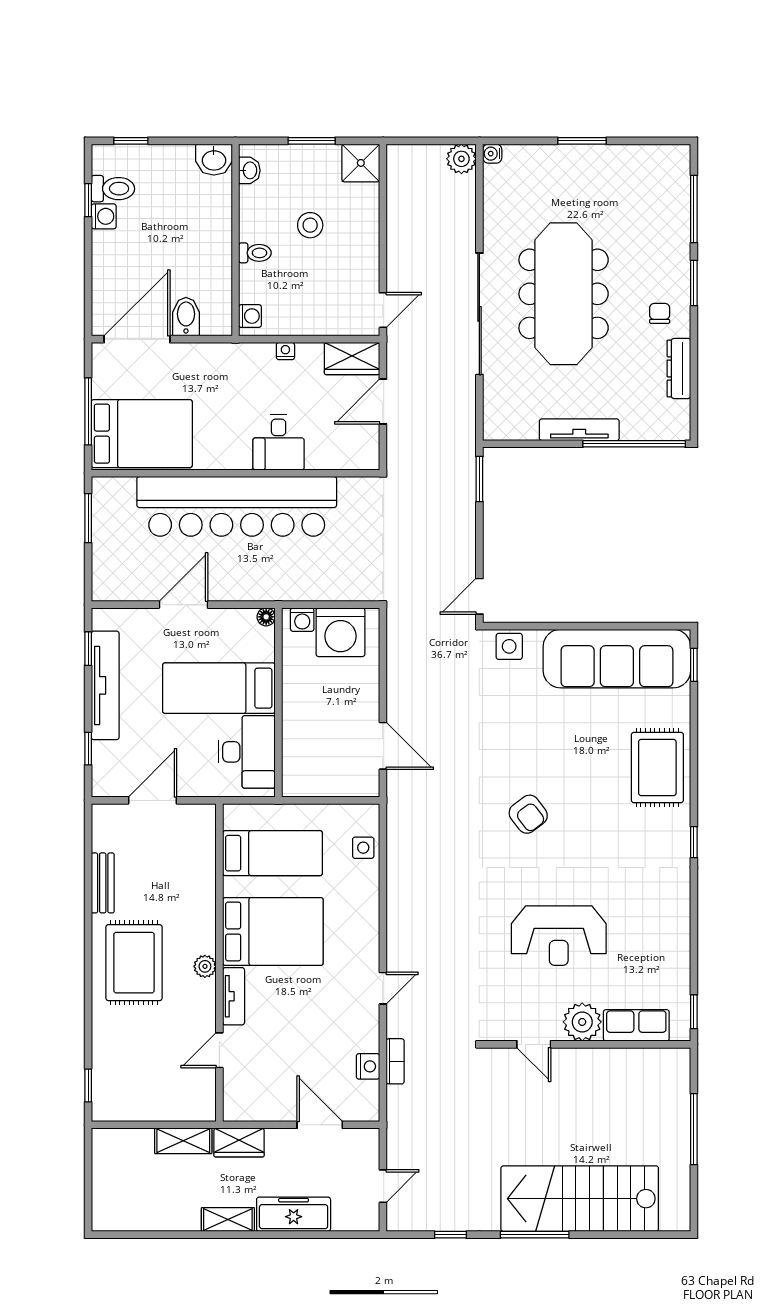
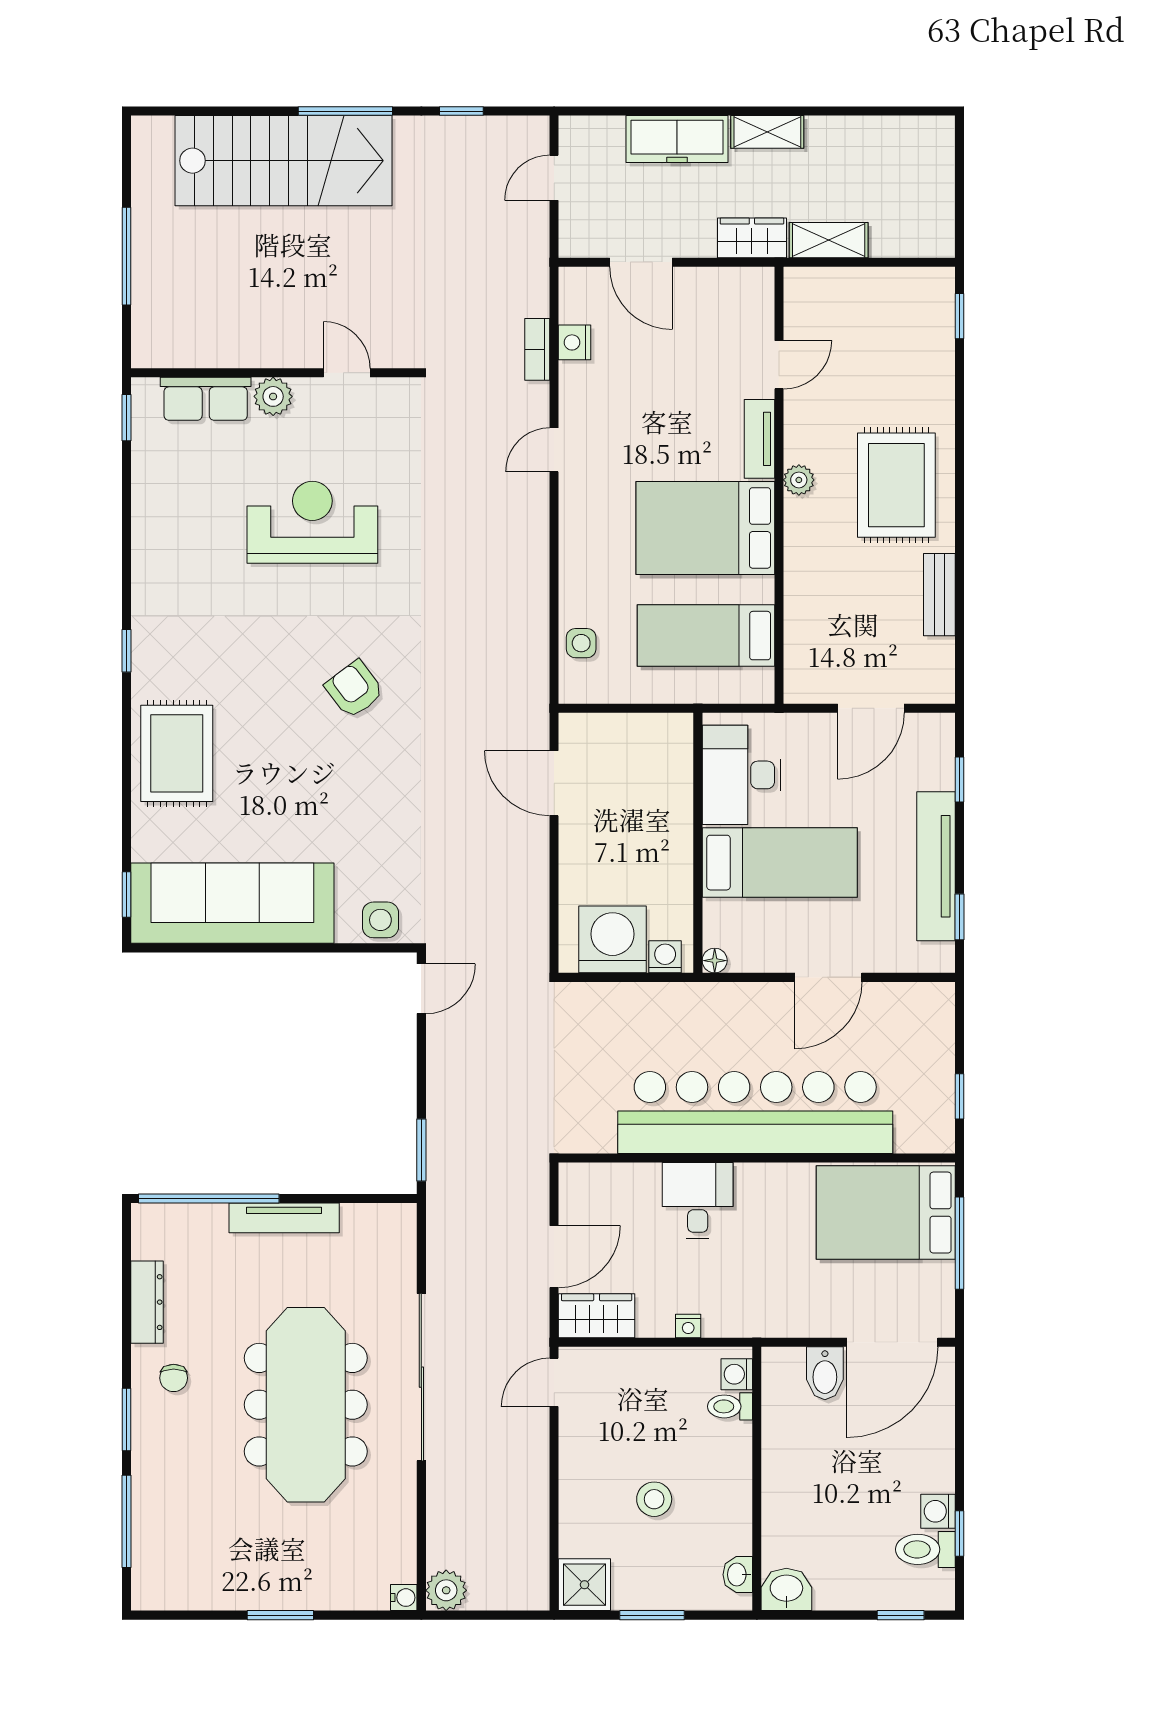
toilet: (255, 253) -> (730, 1406), moved
window: (88, 518) -> (960, 1096), width x0.67
plant: (582, 1022) -> (273, 396), width x0.73, depth x0.73

